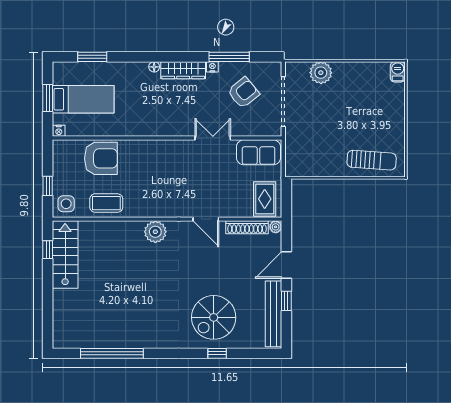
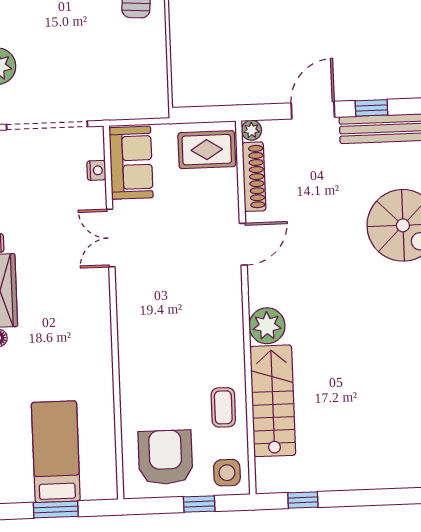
armchair: (243, 93) -> (35, 191), removed
nightstand: (59, 131) -> (96, 170), moved
armchair: (101, 158) -> (165, 457), moved
coffee table: (106, 203) -> (223, 407), width x0.73, depth x0.77
stairs: (65, 255) -> (273, 401), moved, turned 90
door: (286, 265) -> (313, 110), swing flipped

